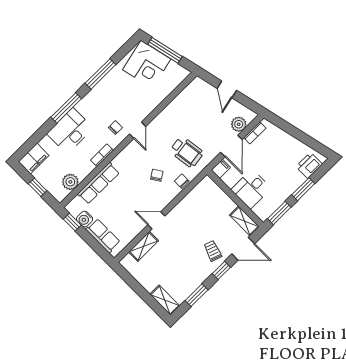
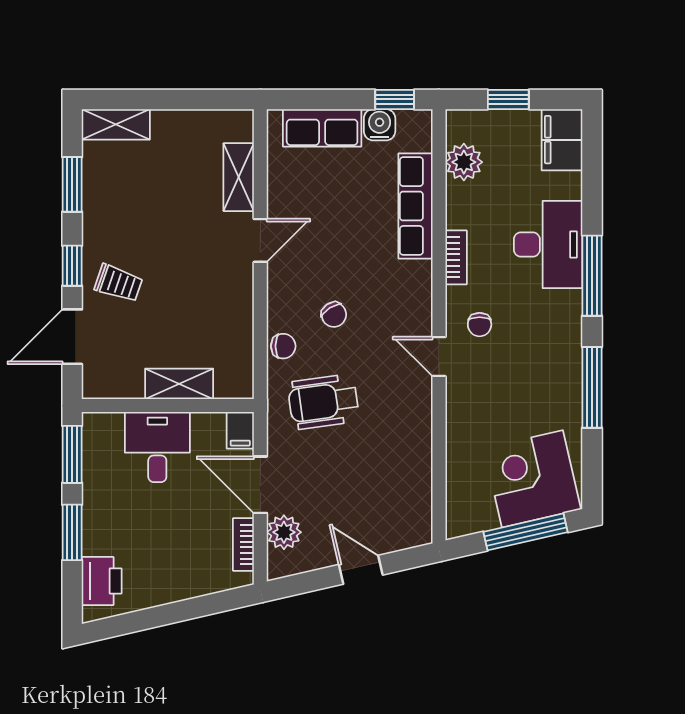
shelving: (244, 221) -> (179, 384), moved

